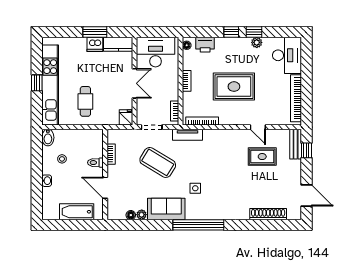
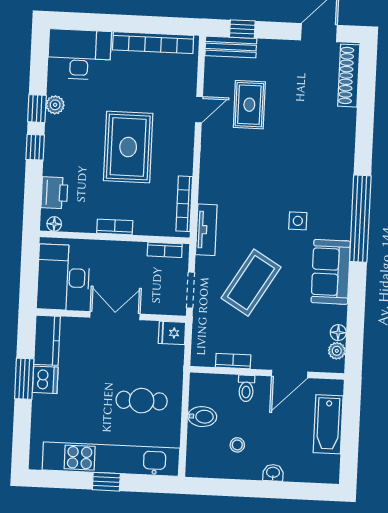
bidet: (48, 138) -> (202, 417), moved
shoe rack: (268, 214) -> (349, 76), moved
plant: (142, 215) -> (337, 351), moved

